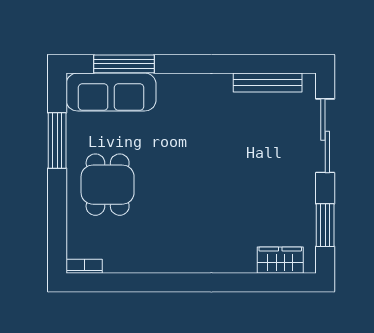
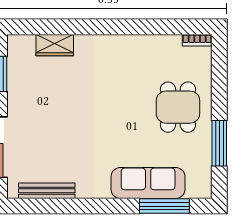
sofa: (111, 92) -> (148, 183), moved
wardrobe: (280, 260) -> (55, 45), moved

